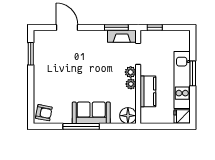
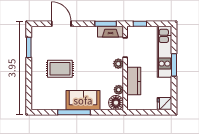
rug: (65, 78) -> (60, 69), added
kitchen unit: (182, 80) -> (164, 52), moved
plant: (131, 84) -> (119, 90), moved
armchair: (44, 113) -> (41, 100), removed

